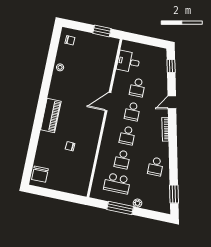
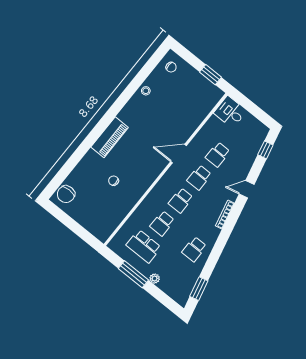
desk: (128, 62) -> (230, 112), moved

